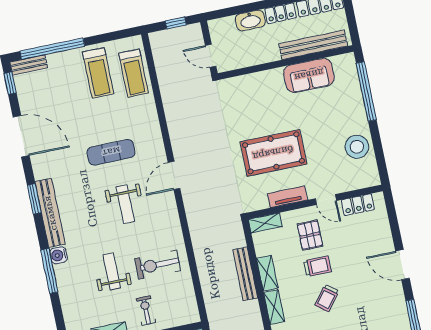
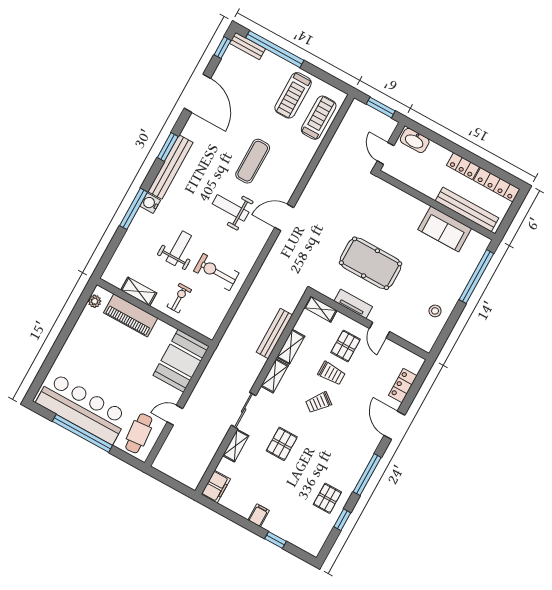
washbasin: (250, 21) -> (415, 140), moved
window: (176, 23) -> (381, 108), width x1.50
treadmill: (134, 73) -> (319, 118), turned 180
stool: (357, 147) -> (435, 311), width x0.53, depth x0.53
exercise mat: (111, 152) -> (253, 161), turned 90
weight bench: (125, 204) -> (231, 208), turned 90
locker: (358, 205) -> (403, 386), moved, turned 90

